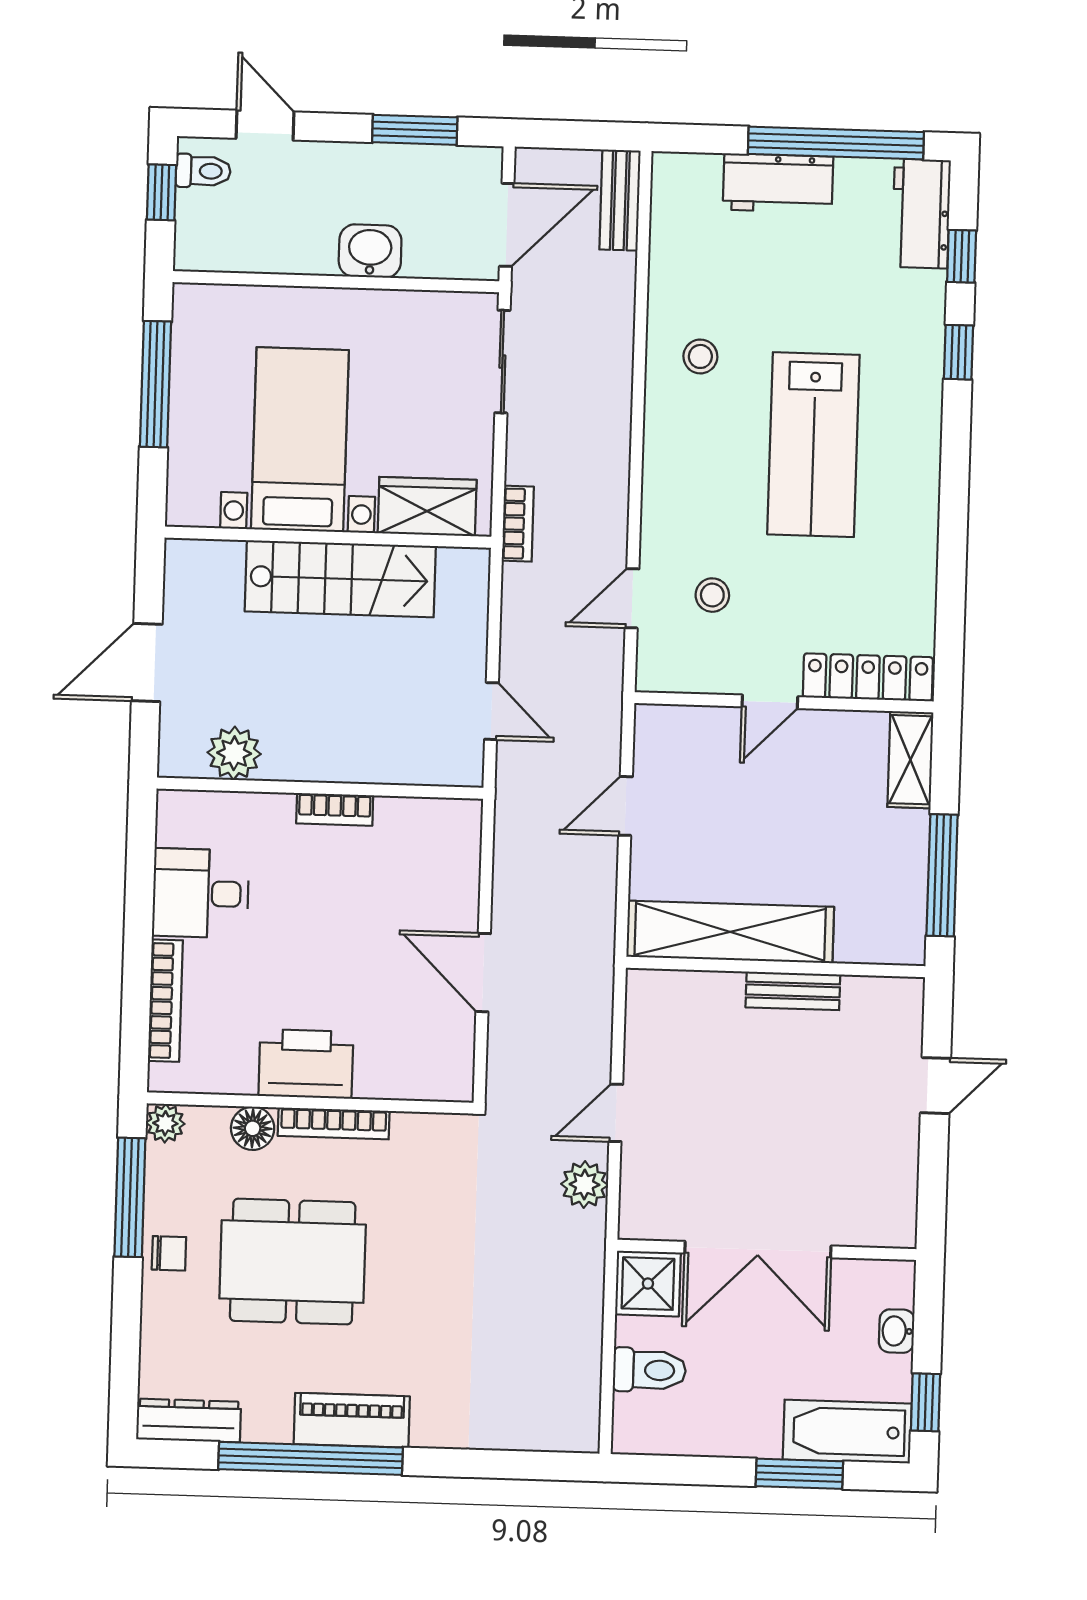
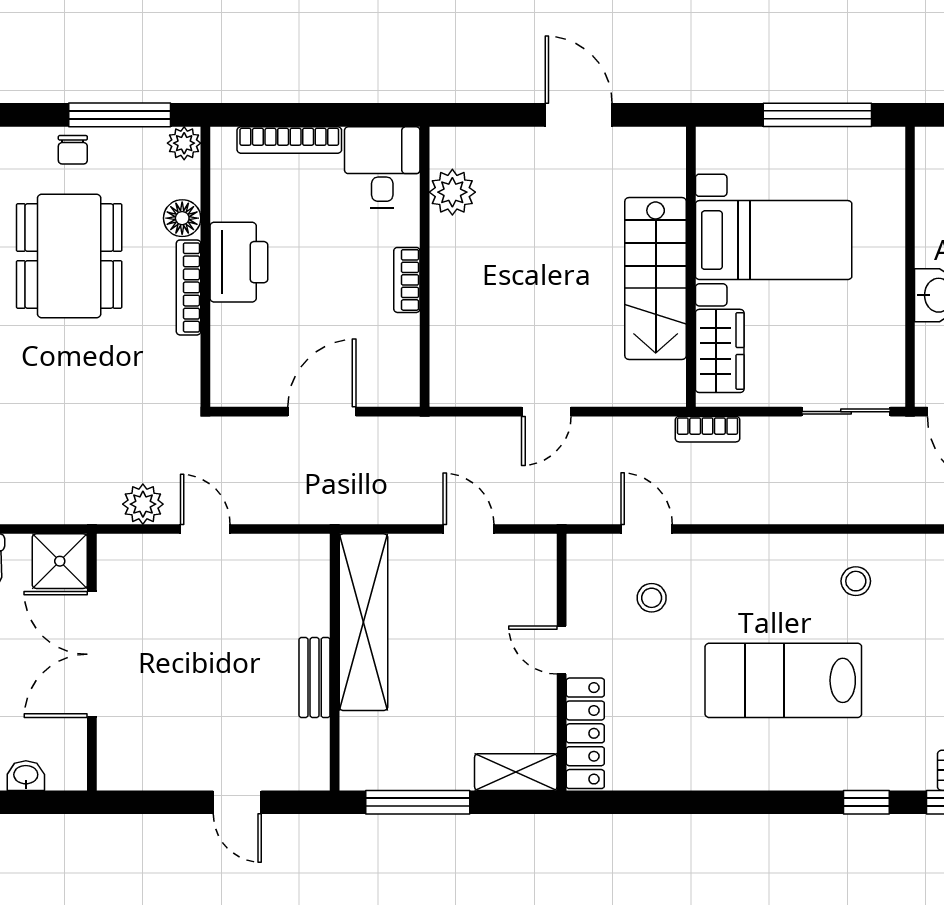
plant: (234, 753) -> (452, 192), moved
wall: (320, 788) -> (425, 267), moved
bookcase: (335, 809) -> (407, 280), moved

